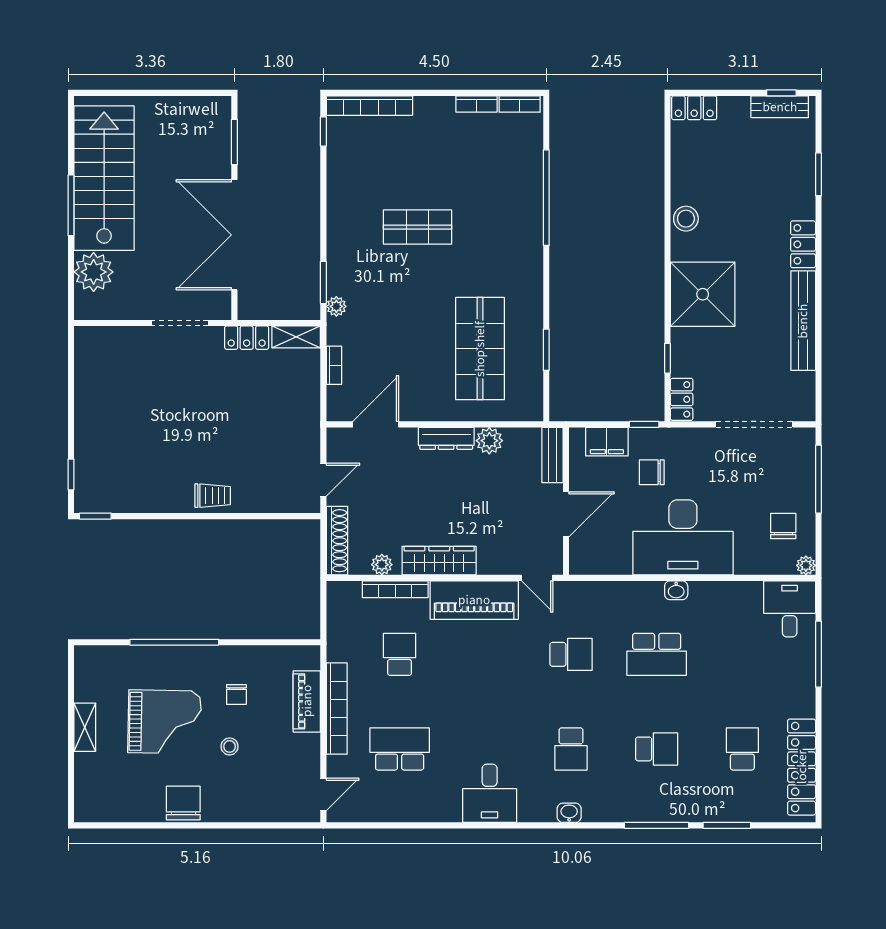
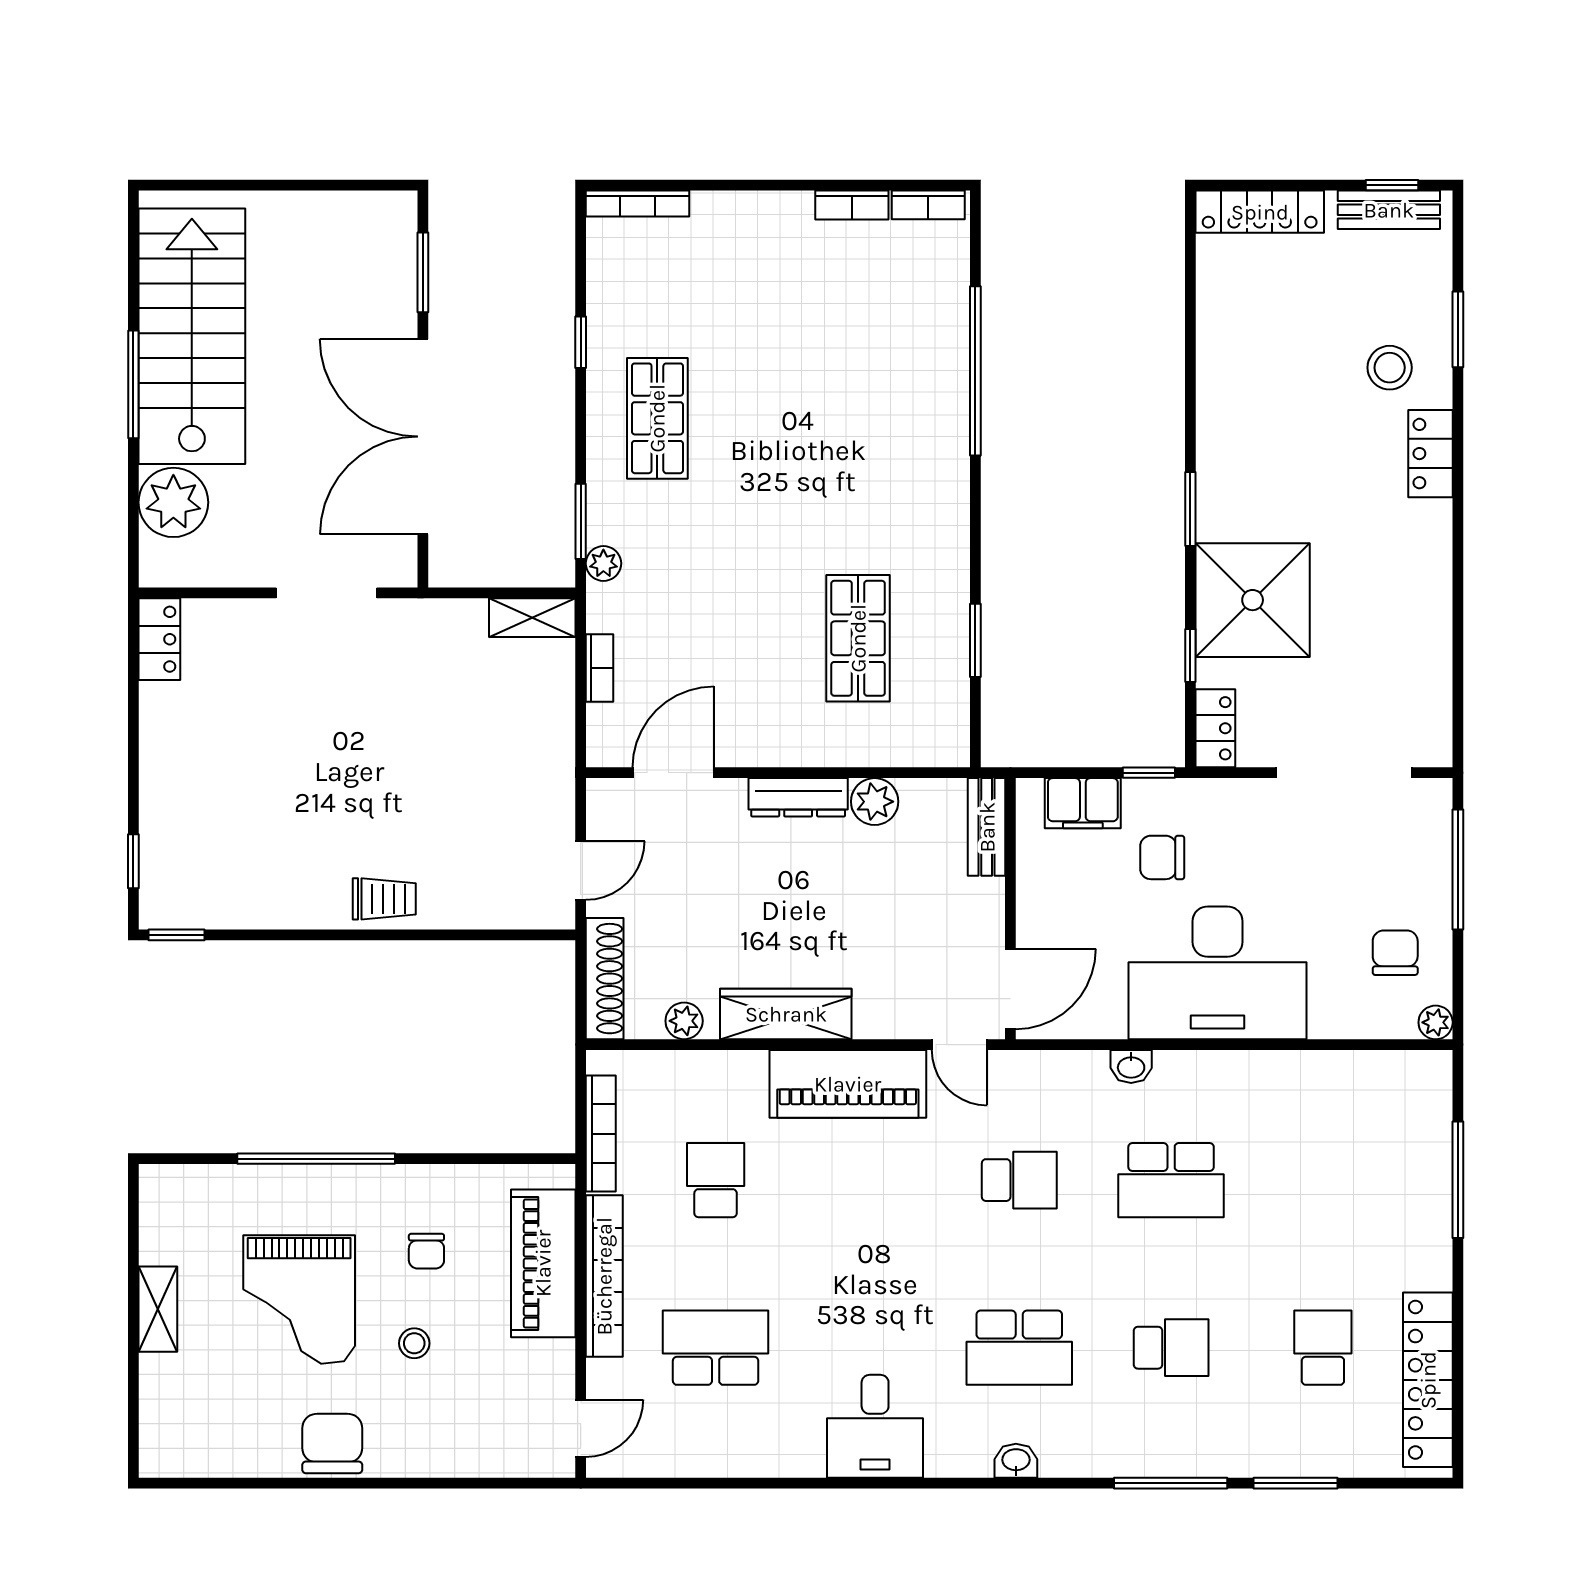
bookcase: (370, 106) -> (638, 204), width x0.68, depth x0.76
locker: (694, 108) -> (1260, 212), width x1.53
window: (323, 131) -> (581, 342), moved
stool: (686, 219) -> (1390, 368), moved
shop shelf: (418, 227) -> (657, 418), moved, turned 90
window: (668, 276) -> (1190, 509), added
shower: (703, 294) -> (1253, 600), moved
bench: (803, 321) -> (1431, 589), removed
locker: (247, 338) -> (159, 639), moved, turned -90
shop shelf: (480, 349) -> (858, 638), width x0.70, depth x0.74
door: (566, 514) -> (1010, 989), moved
bookcase: (395, 589) -> (601, 1134), moved, turned -90
washbasin: (676, 590) -> (1131, 1067), moved
desk: (790, 609) -> (1407, 1099), removed
piano: (307, 701) -> (543, 1263), width x1.37, depth x1.33
grand piano: (165, 722) -> (299, 1300), turned 89
school desk: (571, 749) -> (1019, 1348), width x1.85

